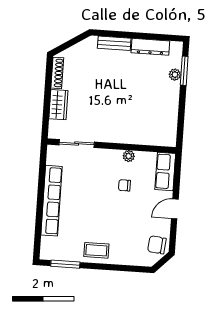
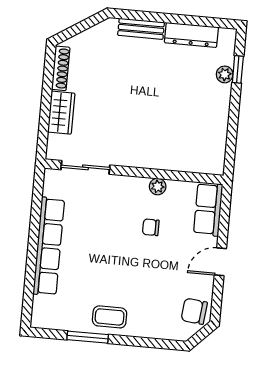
window: (184, 71) -> (238, 69), width x0.67
window: (65, 264) -> (88, 337), moved

